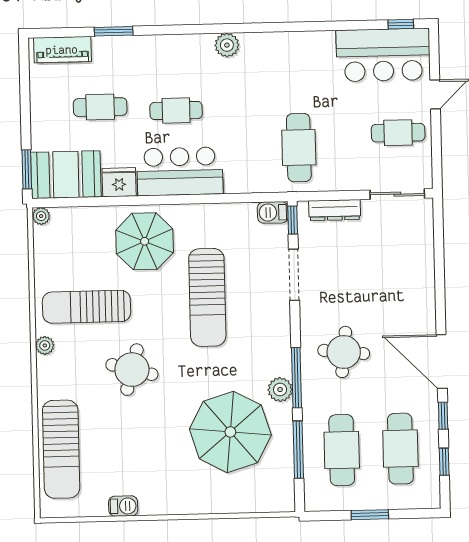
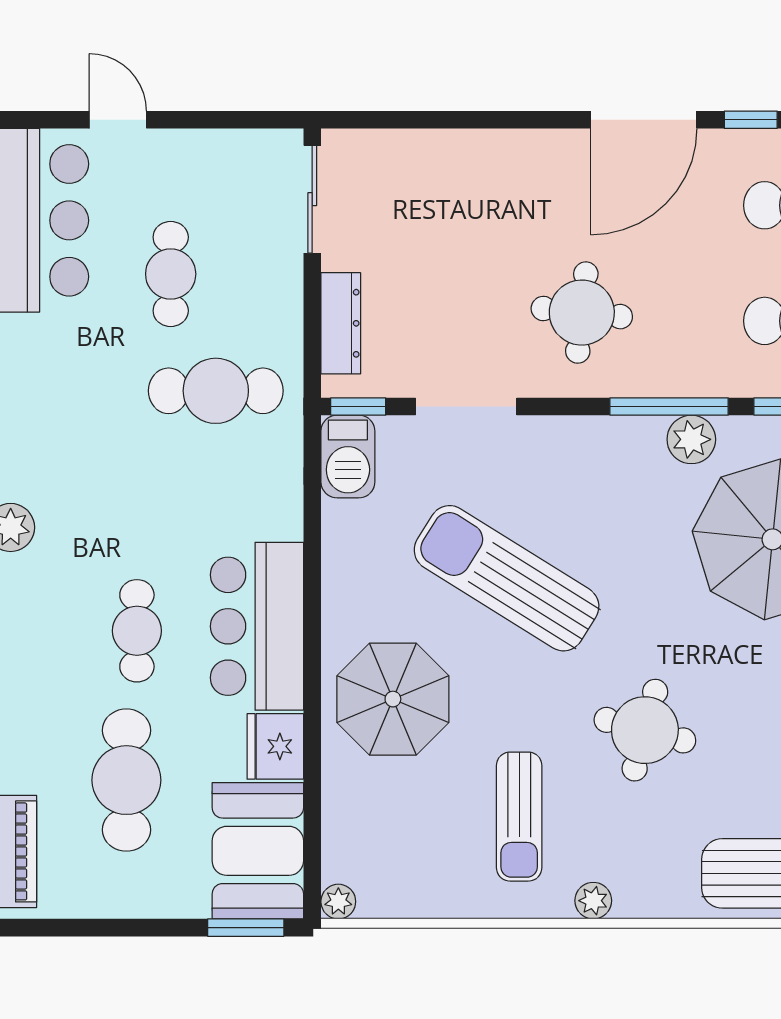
cafe table: (100, 107) -> (126, 780), width x1.37, depth x1.35
cafe table: (398, 133) -> (171, 274), moved
barbecue: (273, 212) -> (348, 457), width x1.38, depth x1.27
sun lounger: (207, 297) -> (507, 578), turned -148
sun lounger: (86, 307) -> (519, 817), width x0.73, depth x0.75
round table: (344, 352) -> (582, 313), moved

